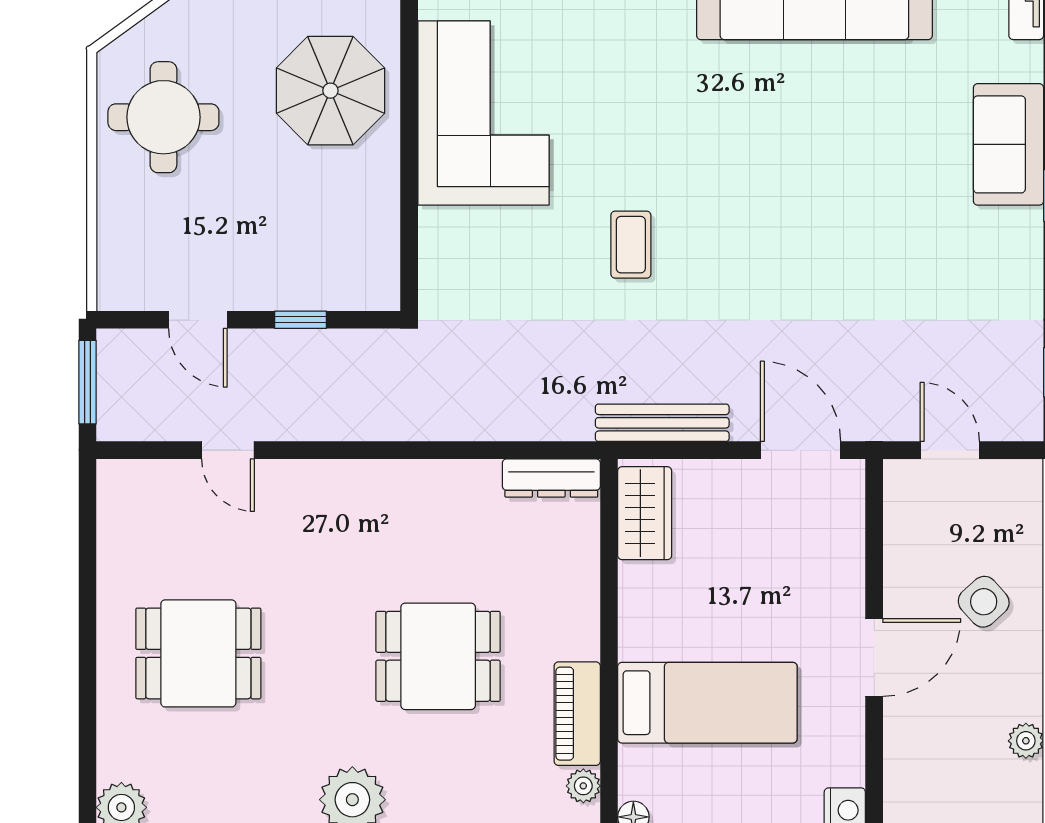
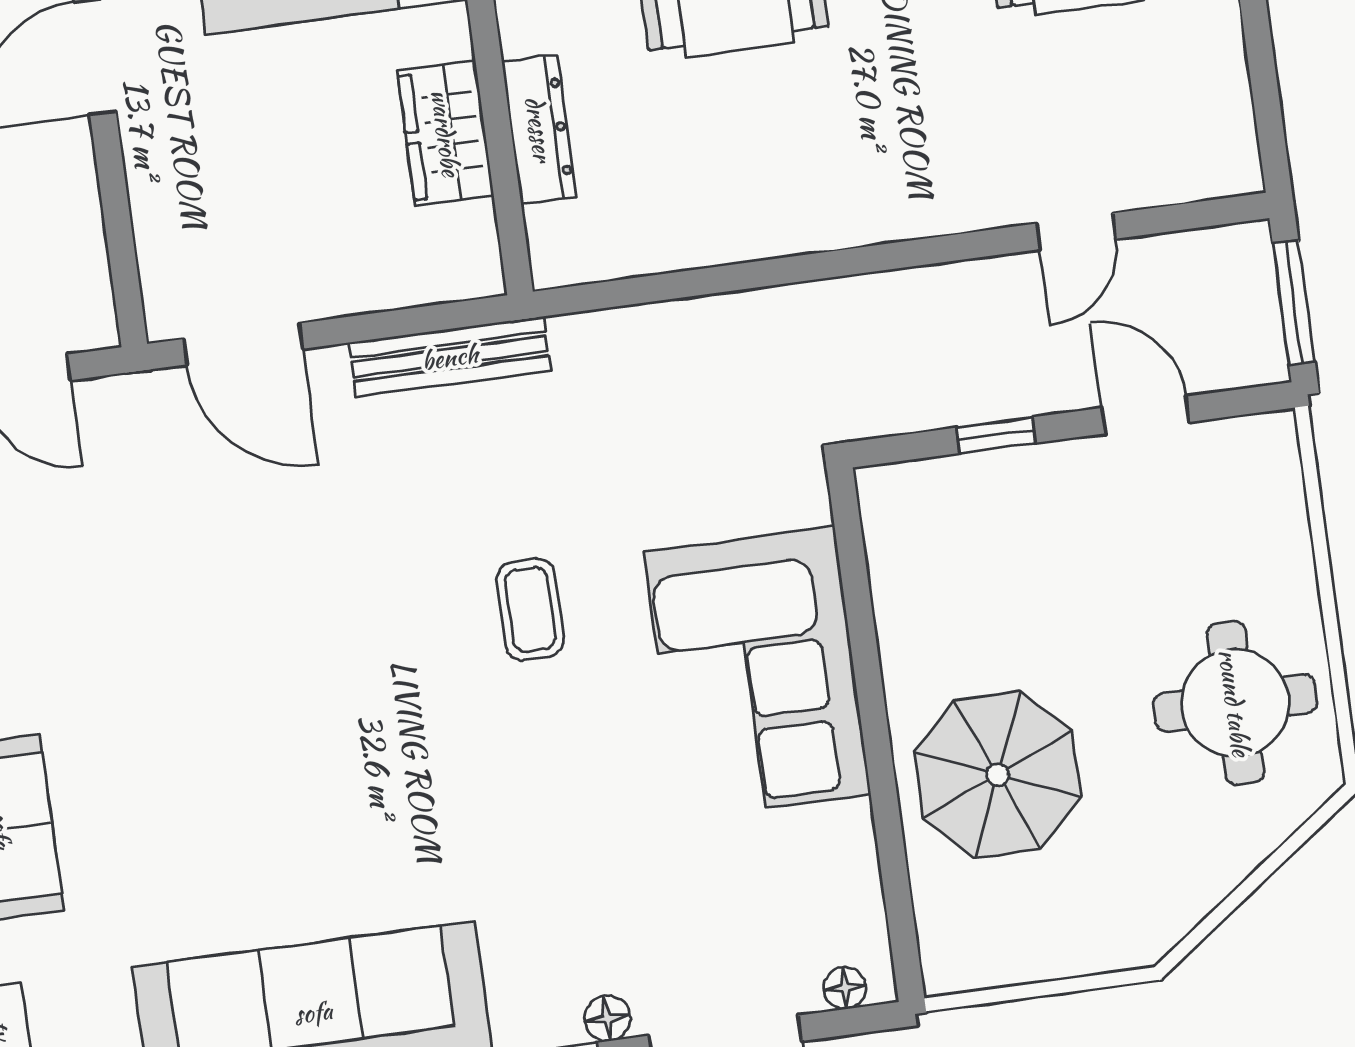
corner sofa: (483, 113) -> (757, 673), moved
door: (228, 450) -> (1076, 231), swing flipped
dresser: (551, 478) -> (539, 129), moved, turned 90
wardrobe: (645, 513) -> (446, 133), moved

